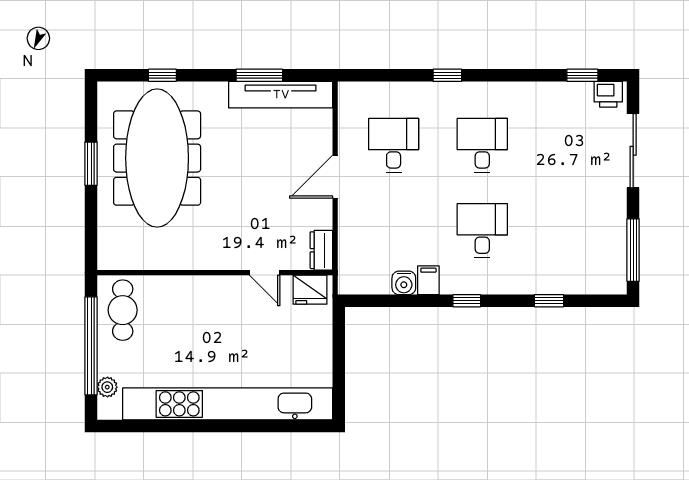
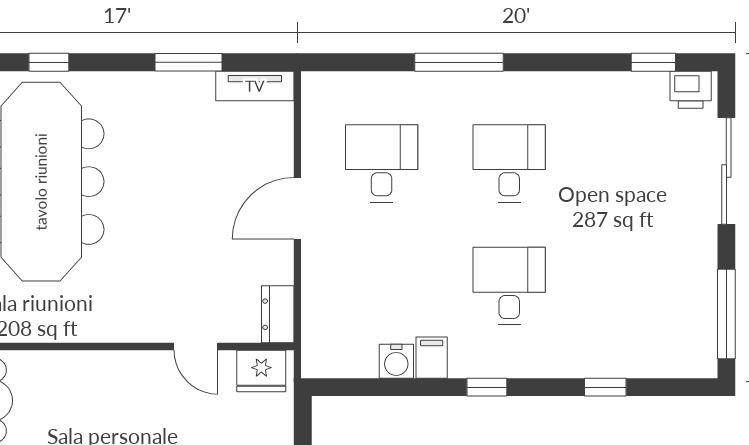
window: (447, 75) -> (459, 62), width x2.17
tv unit: (281, 95) -> (255, 86), width x0.52, depth x0.78

